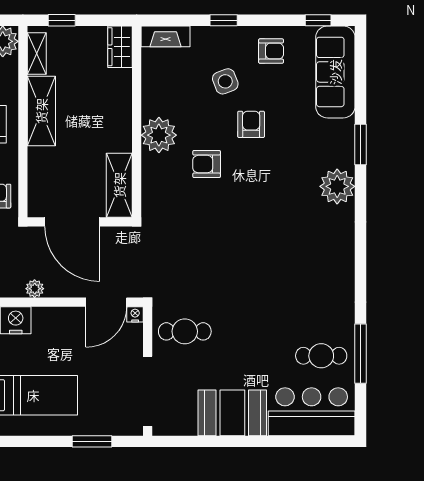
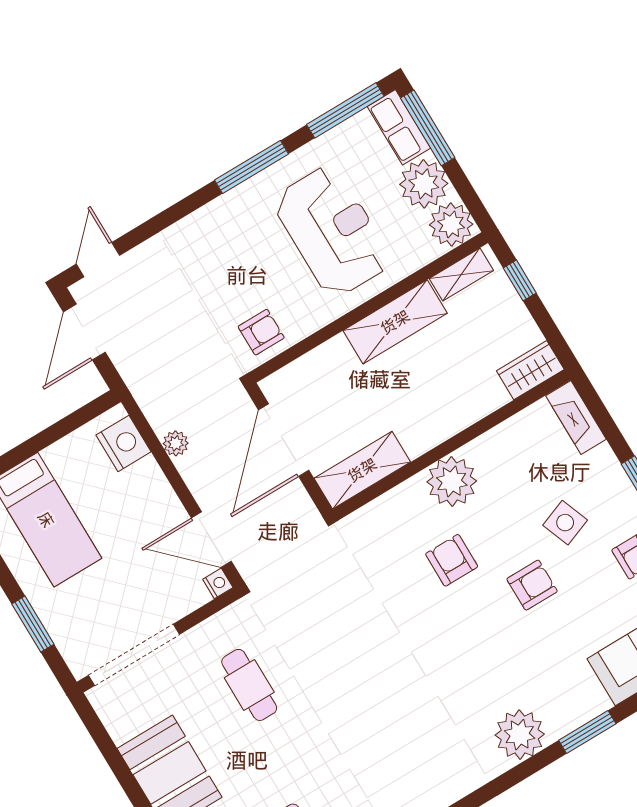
cafe table: (185, 331) -> (249, 685), moved

